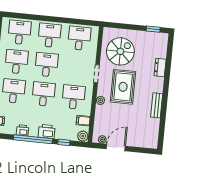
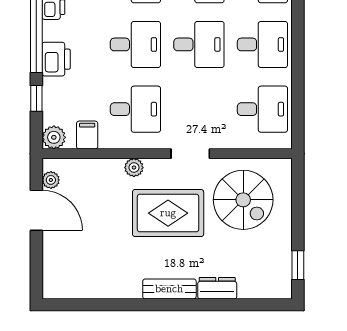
bench: (157, 105) -> (169, 289), moved

